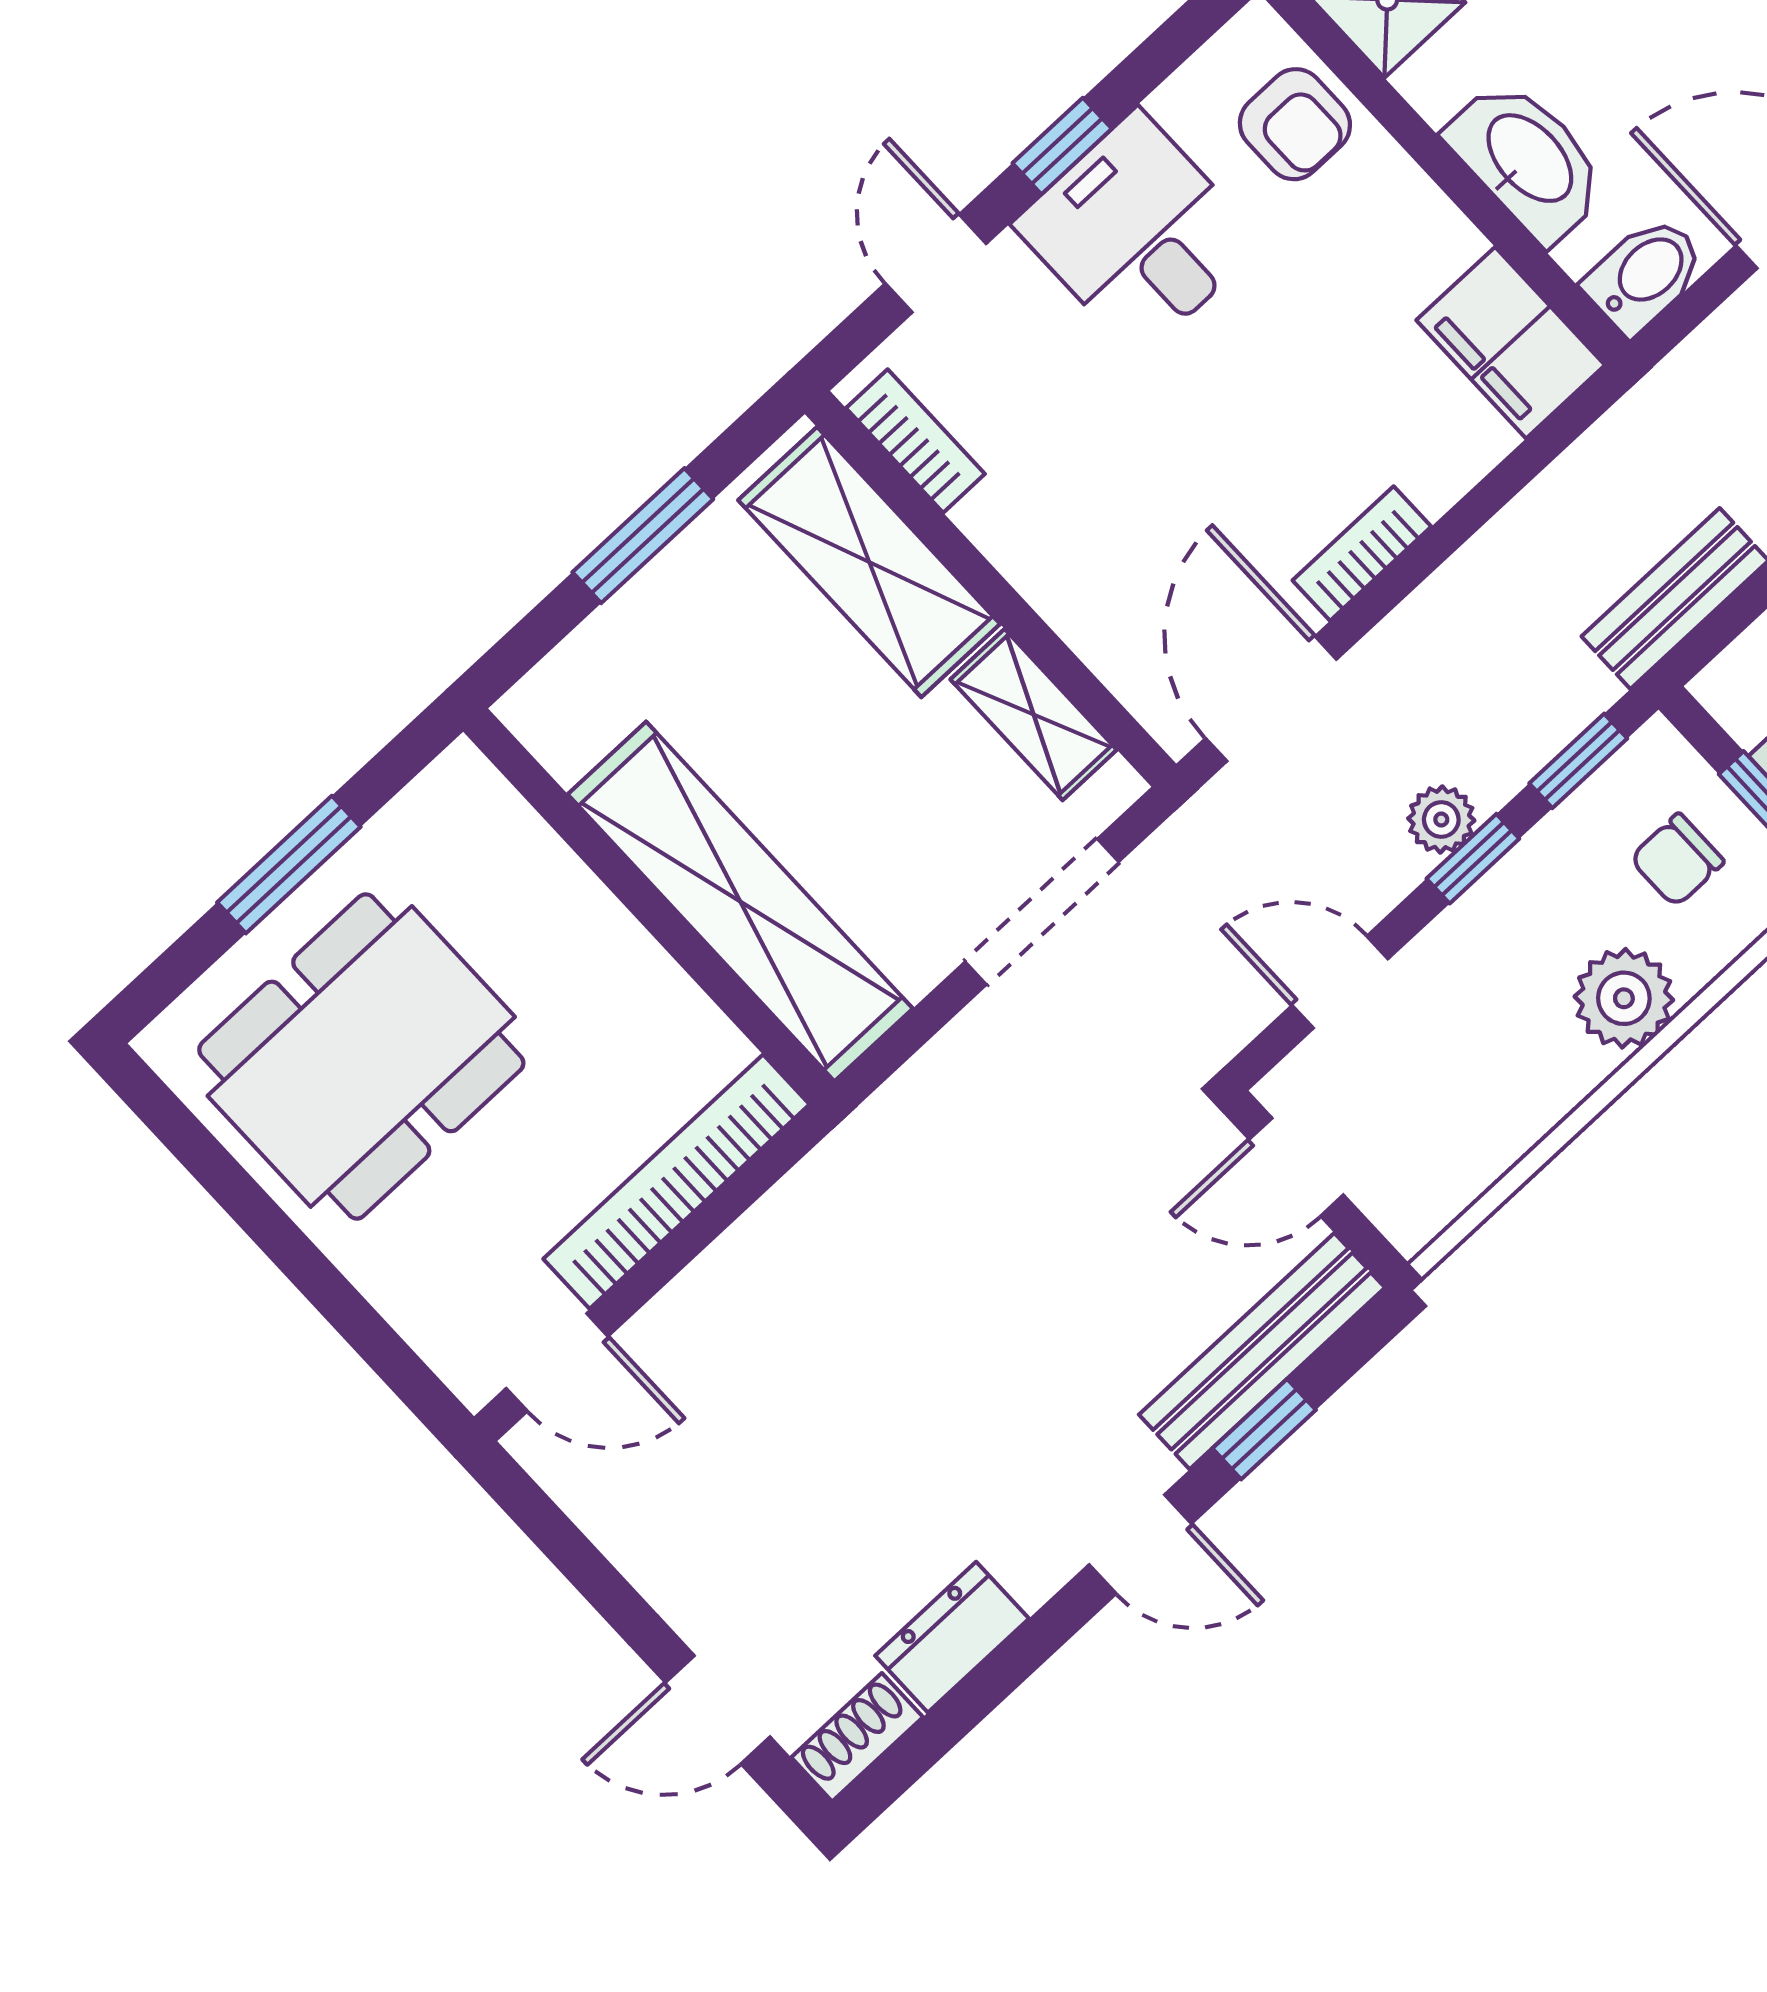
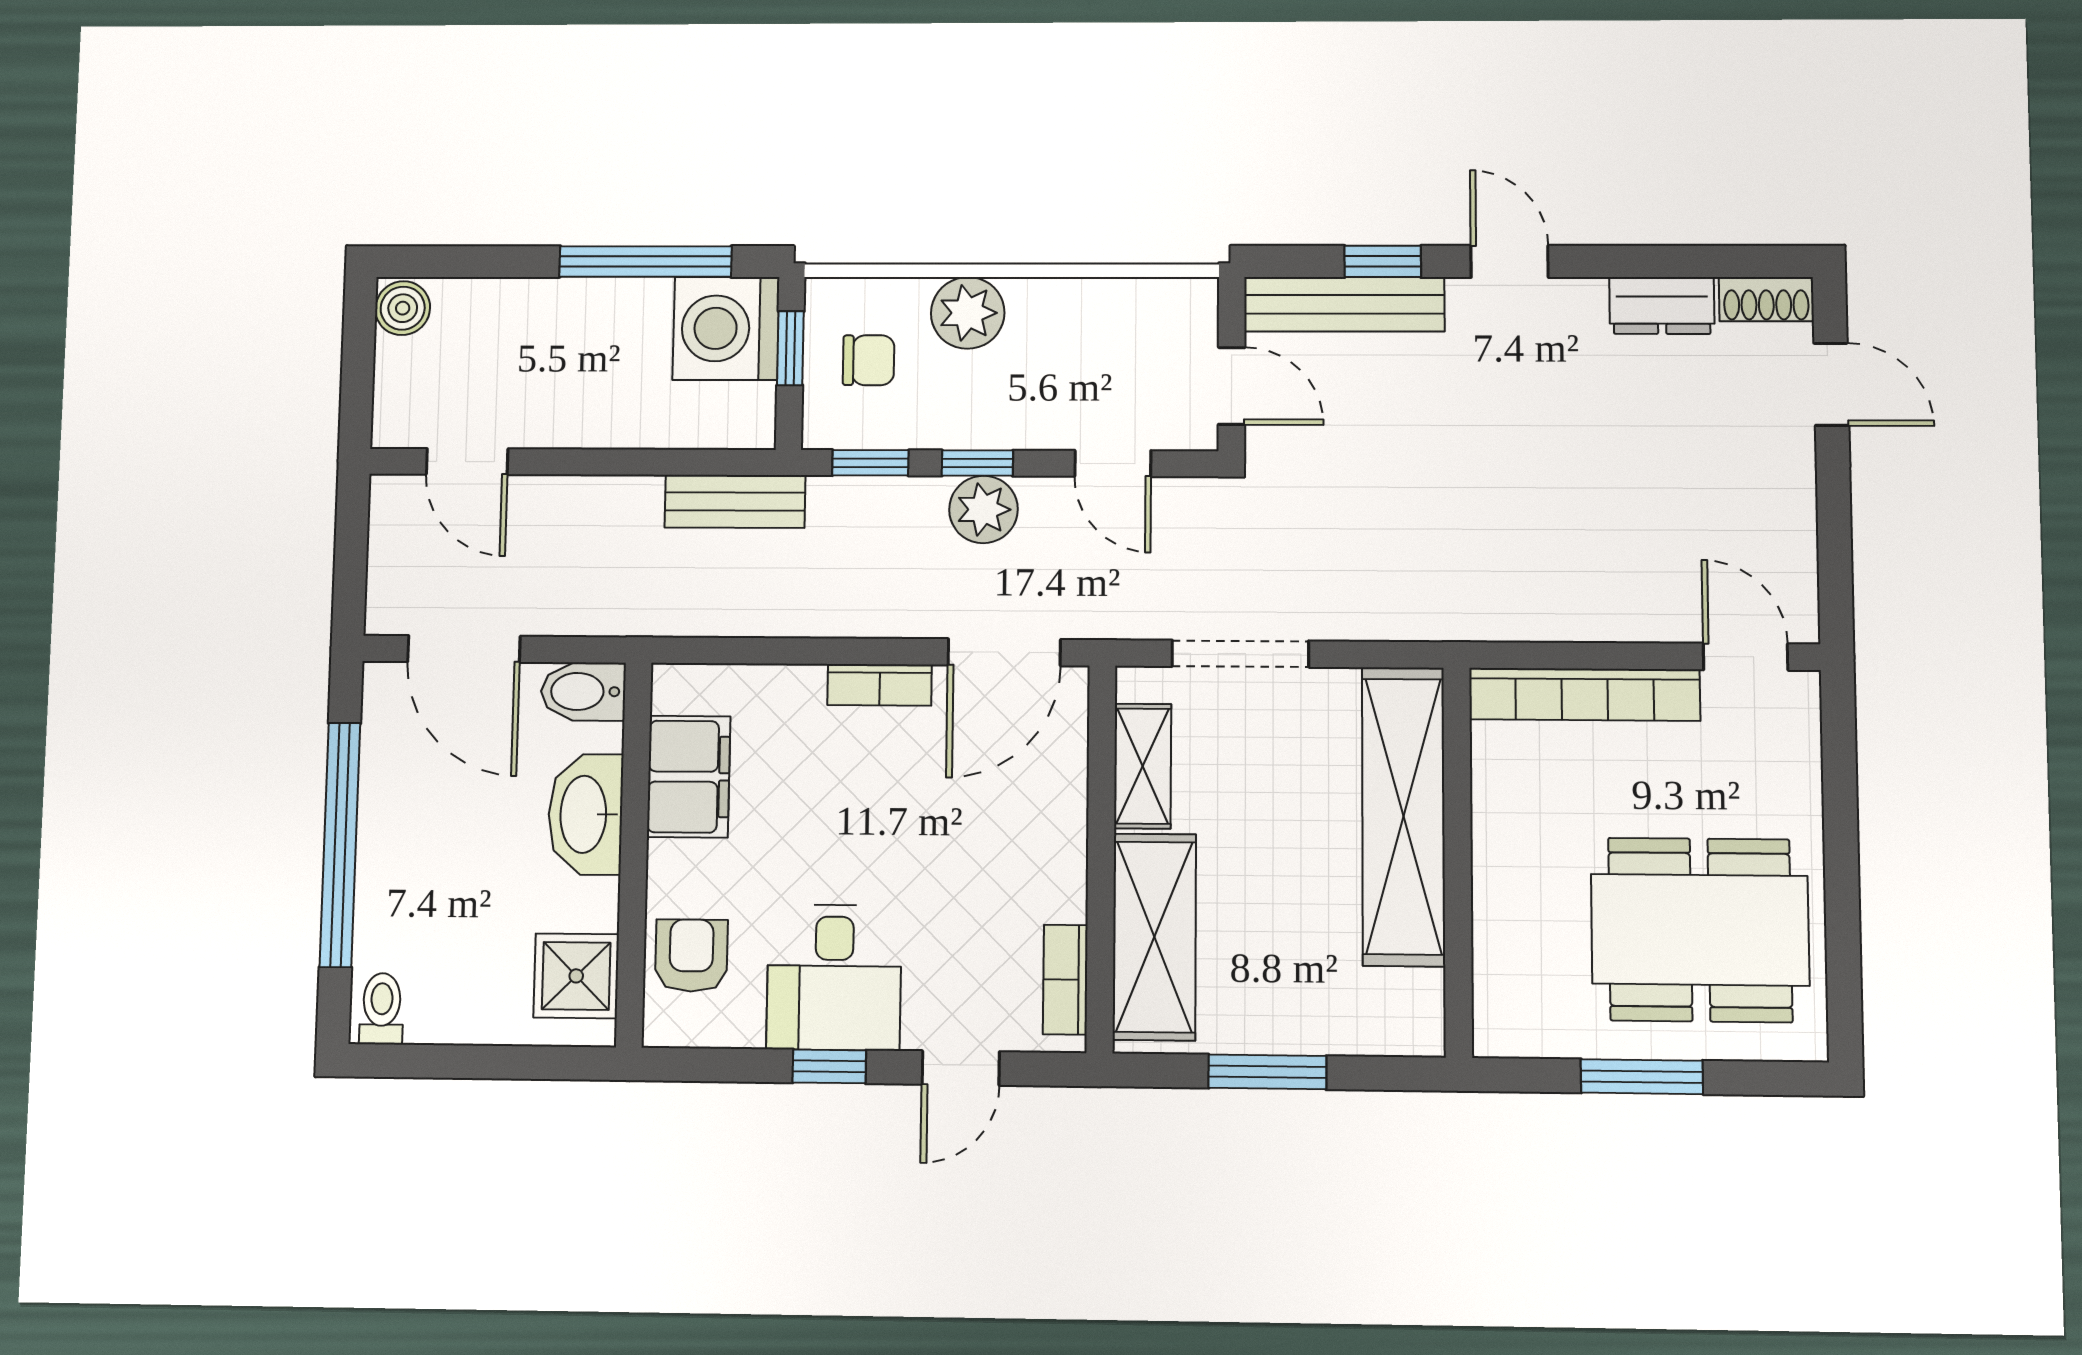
filing cabinet: (1511, 343) -> (689, 777), moved
plant: (1441, 819) -> (983, 509), width x1.38, depth x1.38

